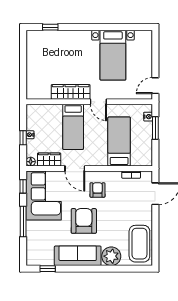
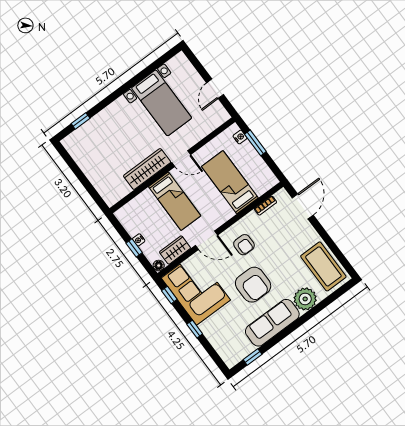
door: (155, 86) -> (215, 89), moved
armchair: (97, 190) -> (244, 245), turned 180
armchair: (84, 221) -> (253, 285), turned 180
window: (23, 222) -> (195, 329), width x0.46

